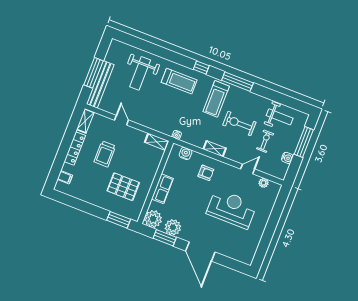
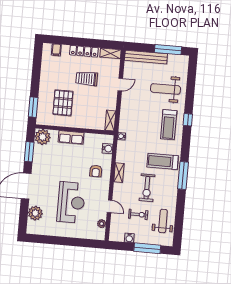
window: (201, 68) -> (188, 120), moved
window: (94, 73) -> (168, 50), moved
weight bench: (280, 117) -> (163, 221), turned 180
exercise bike: (239, 124) -> (147, 188), turned 180
plant: (173, 227) -> (35, 213), moved

